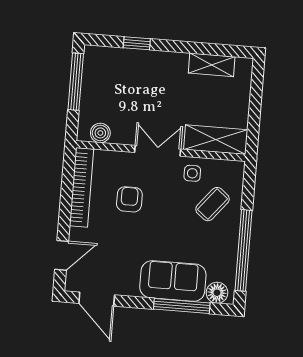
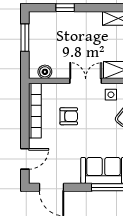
window: (76, 82) -> (25, 38), width x0.69
armchair: (129, 199) -> (69, 116), turned 90

